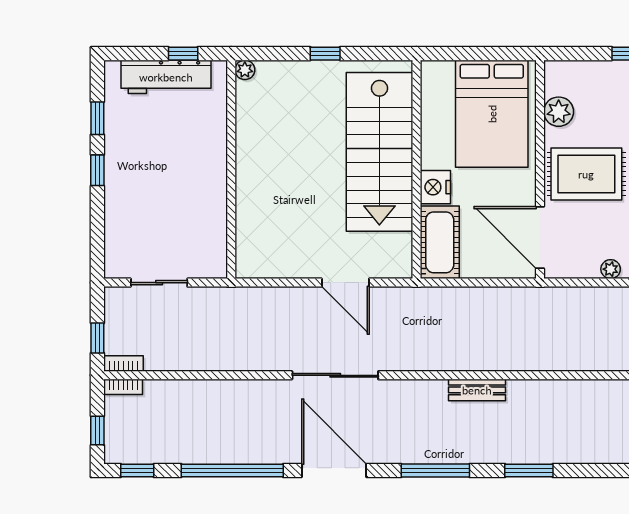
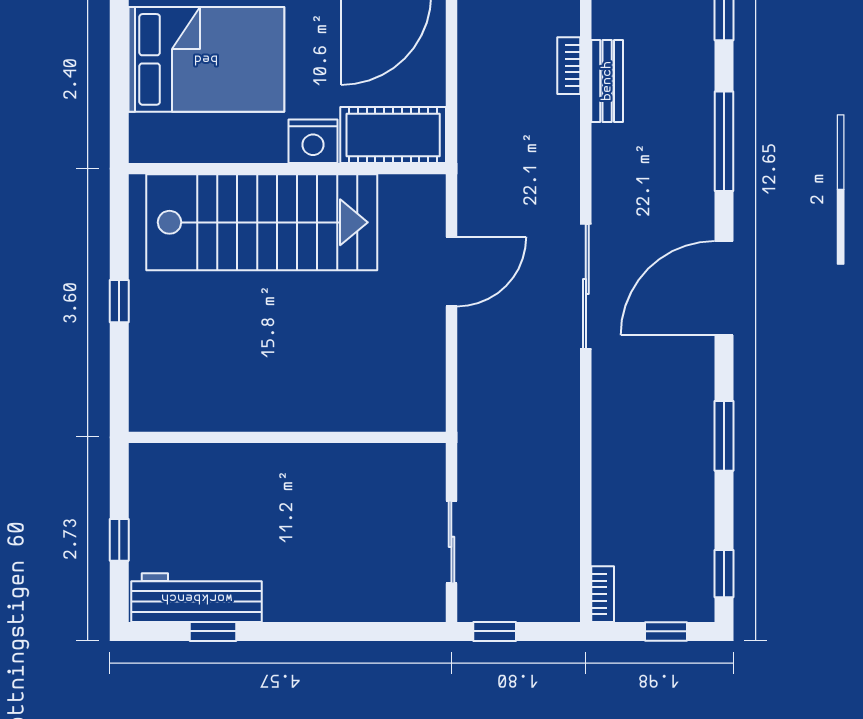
window: (183, 54) -> (119, 540), moved
plant: (245, 70) -> (143, 418), removed
workbench: (166, 77) -> (197, 598), moved, turned -90
window: (97, 170) -> (289, 631), removed
window: (97, 338) -> (495, 631), moved
bookcase: (123, 364) -> (569, 66), moved
window: (232, 470) -> (724, 436), width x0.47

